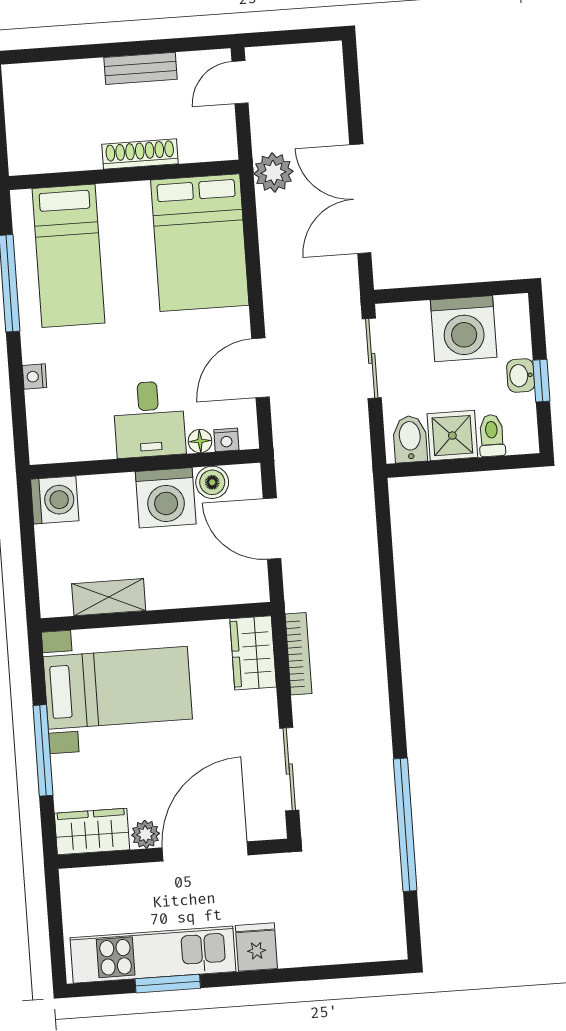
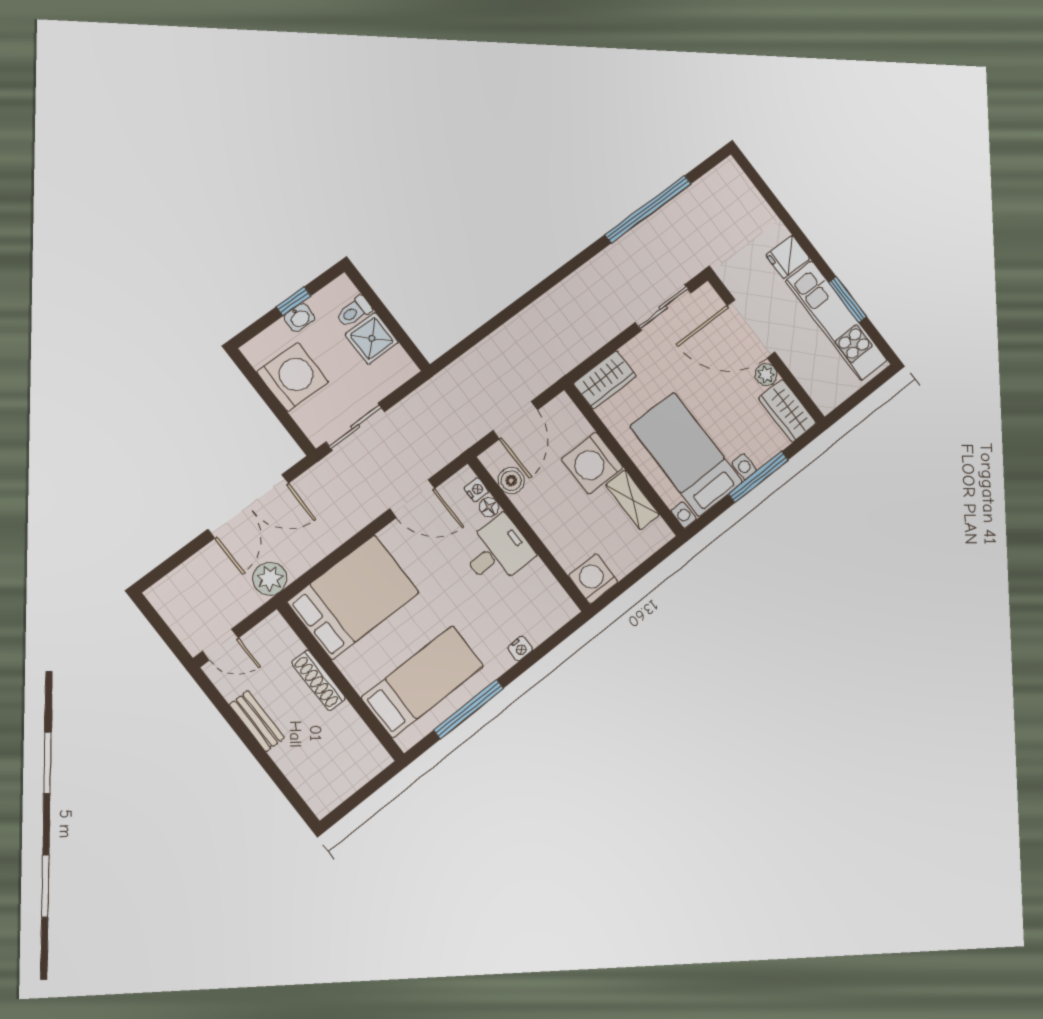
bidet: (410, 439) -> (393, 366), removed
washing machine: (166, 498) -> (592, 463), moved, turned 180
bookcase: (298, 654) -> (586, 349), removed

